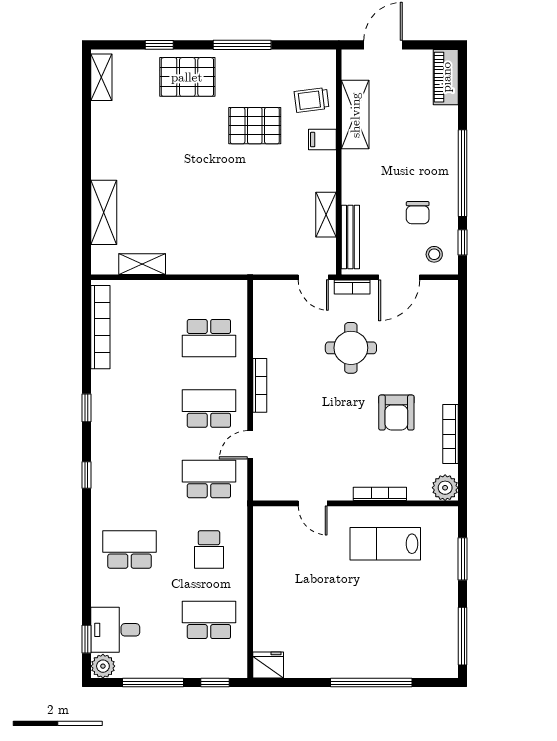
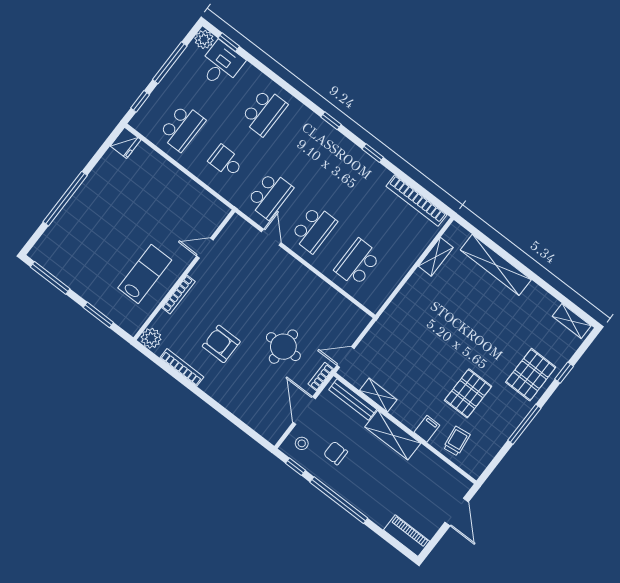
shelving: (355, 115) -> (393, 435), moved
shelving: (104, 212) -> (496, 265), width x1.47
bookcase: (260, 385) -> (304, 272), removed

